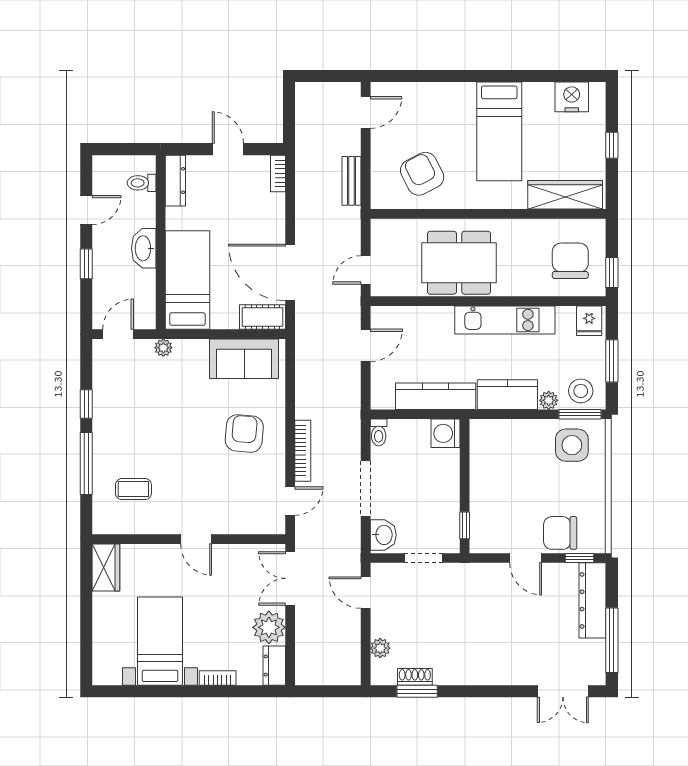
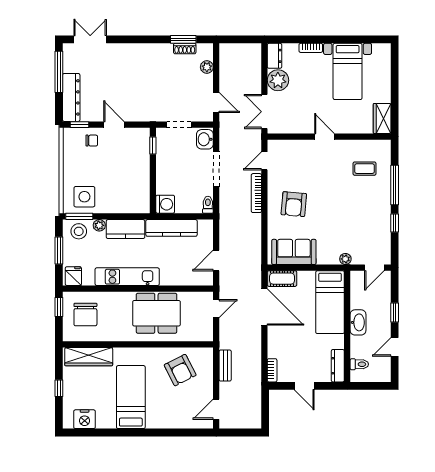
chair: (560, 533) -> (92, 141), width x0.54, depth x0.54
double door: (290, 578) -> (264, 112), swing flipped

